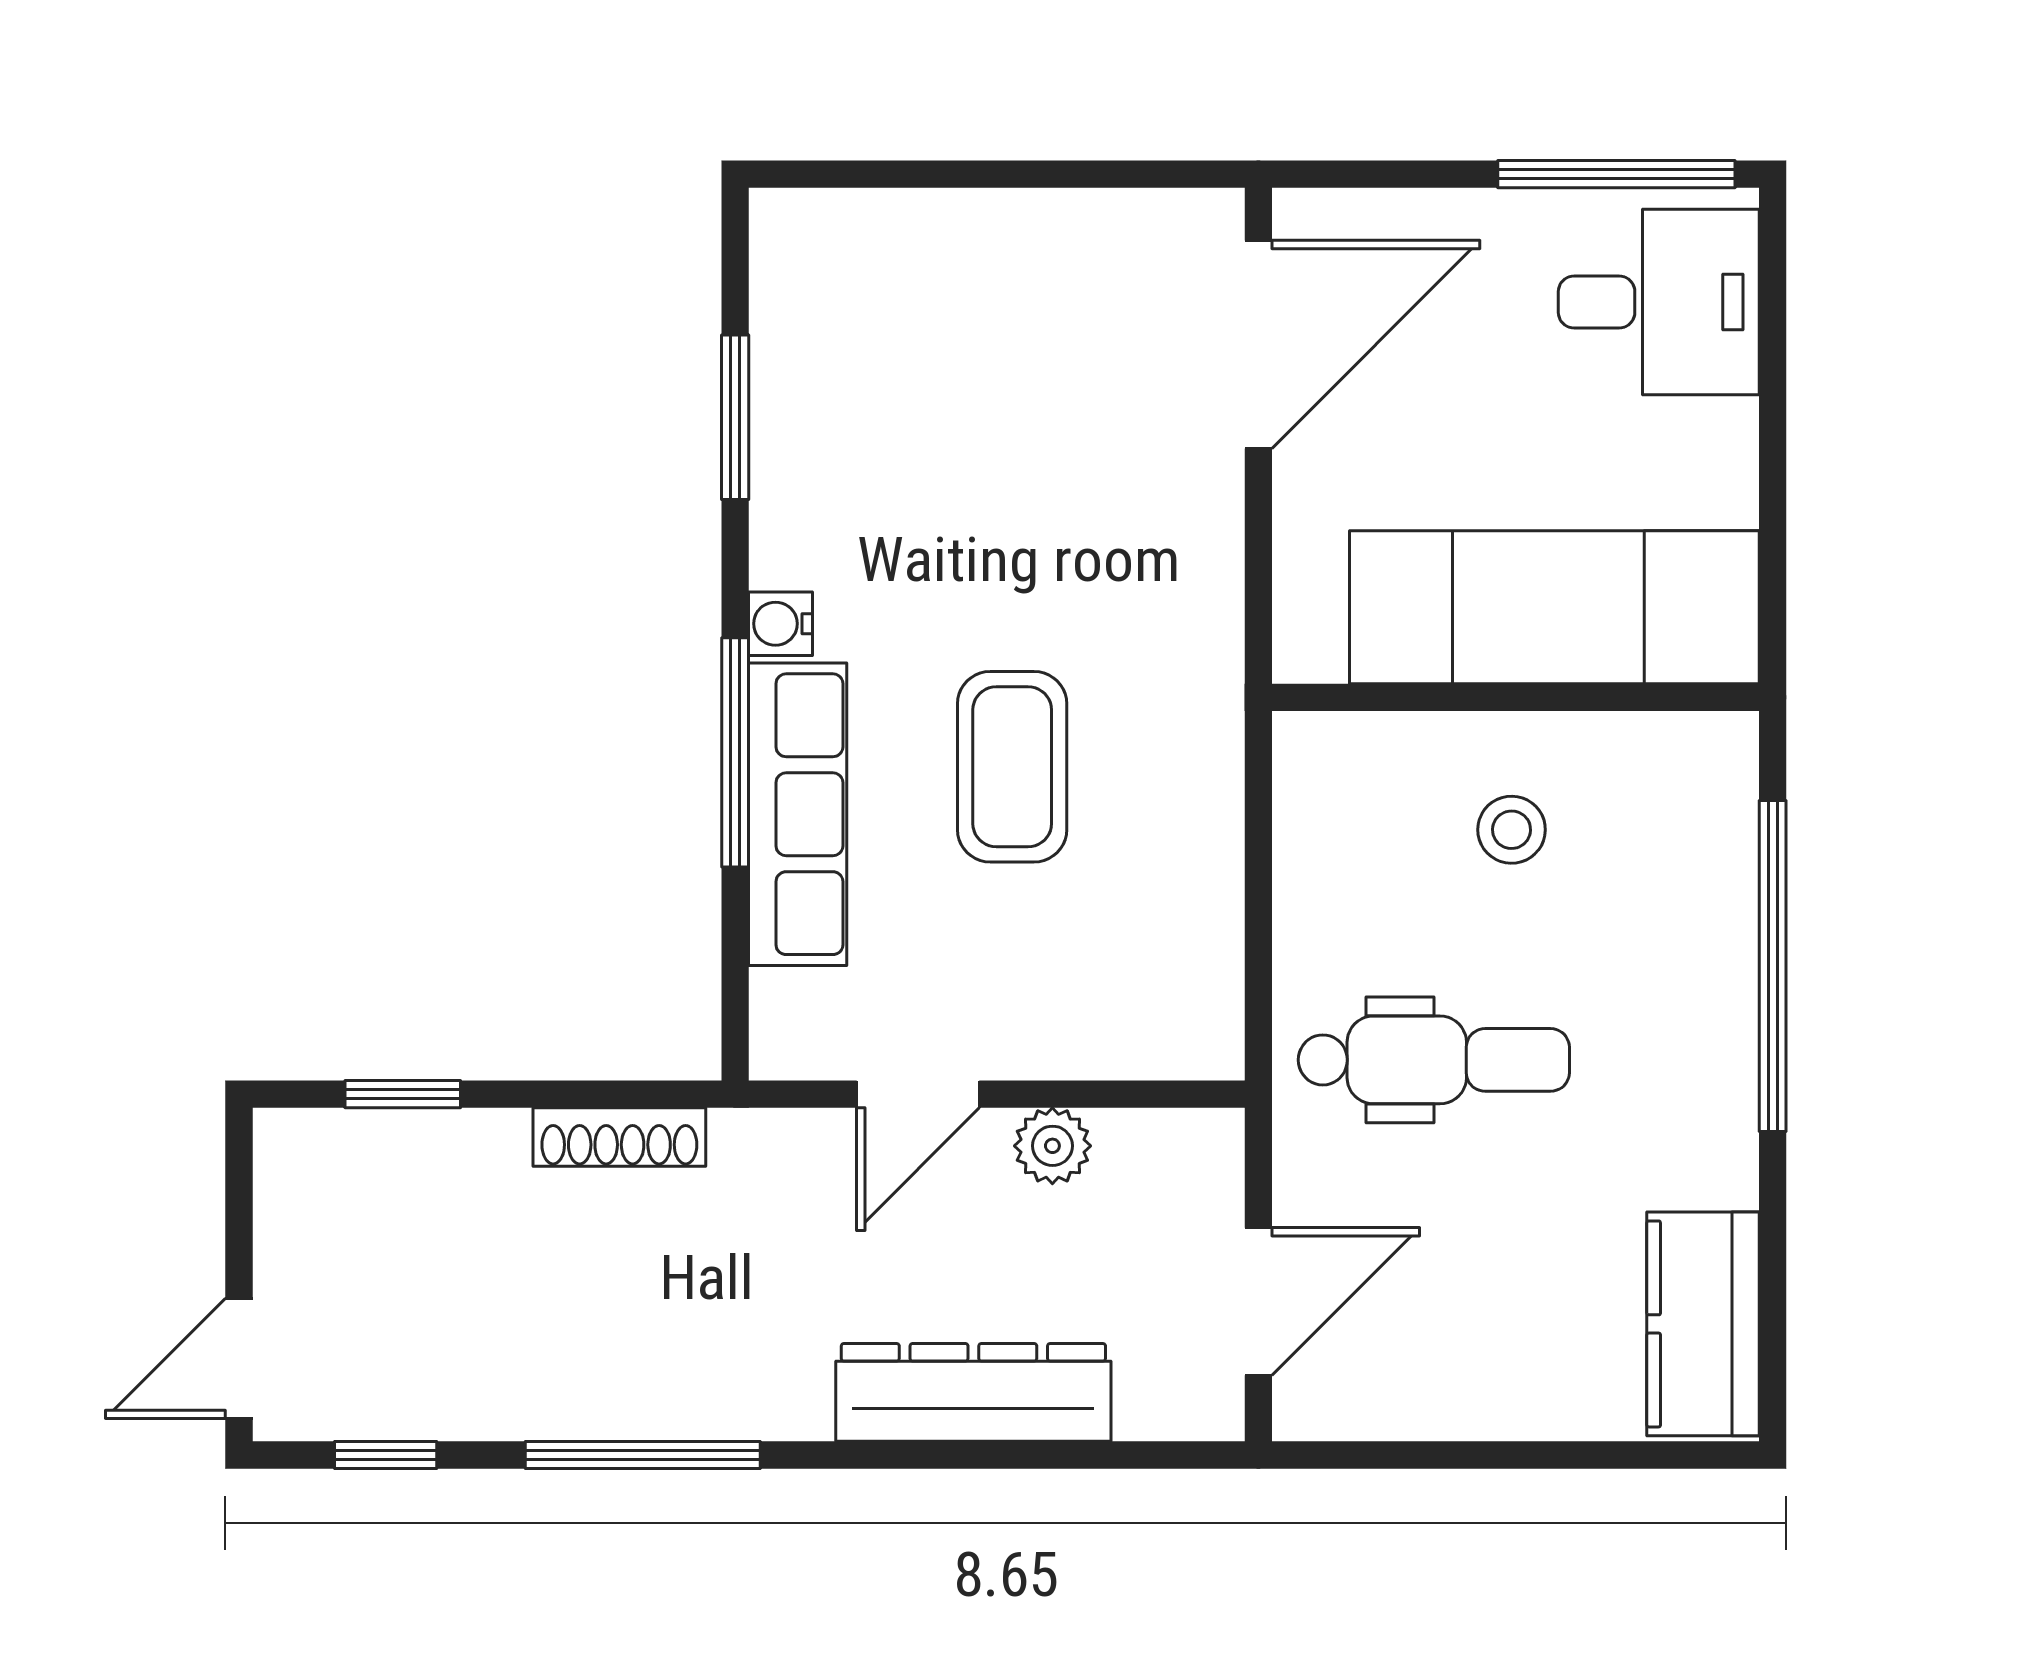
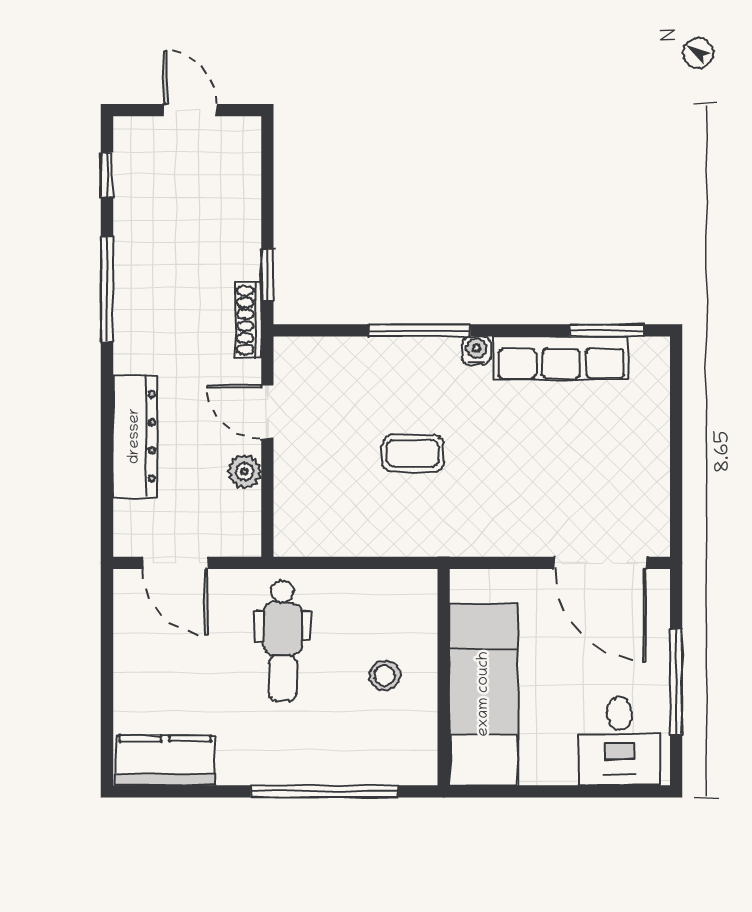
window: (1616, 174) -> (676, 682), moved
window: (735, 417) -> (607, 330), moved
coffee table: (1012, 767) -> (413, 454), width x0.73, depth x0.77
row of seats: (798, 814) -> (561, 358), moved
window: (403, 1094) -> (267, 275), moved
shoe rack: (619, 1137) -> (248, 320), moved
door: (239, 1358) -> (190, 110), moved

